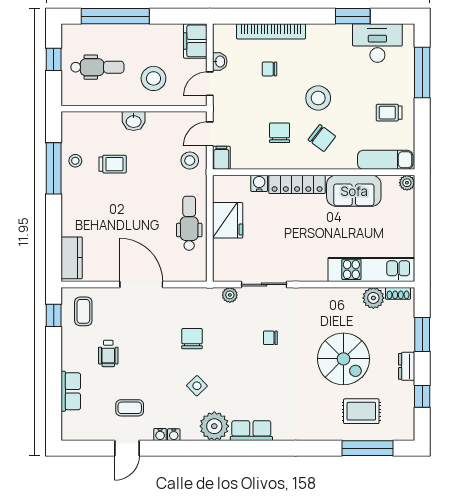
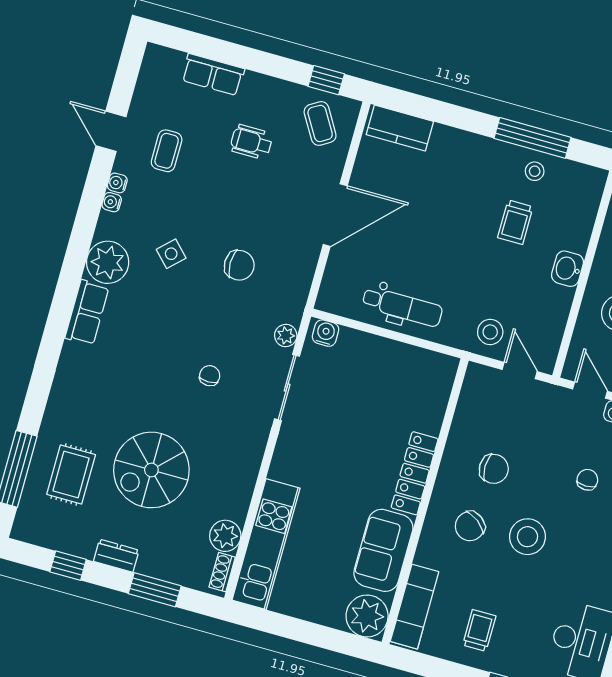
filing cabinet: (221, 158) -> (482, 377), removed
water cooler: (259, 183) -> (326, 333), moved, turned -90
plant: (407, 183) -> (367, 616), width x1.87, depth x1.87
fridge: (228, 220) -> (391, 362), removed
coffee table: (83, 311) -> (320, 123), turned 59

